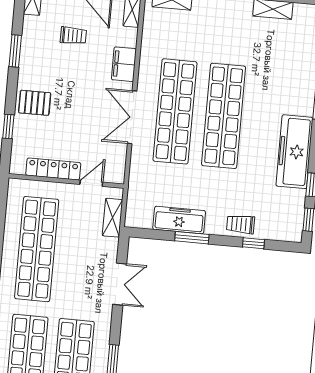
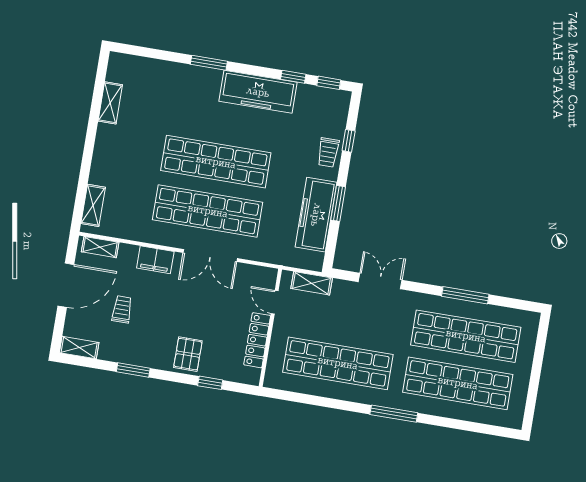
freezer: (179, 220) -> (316, 215), width x1.36, depth x1.26

